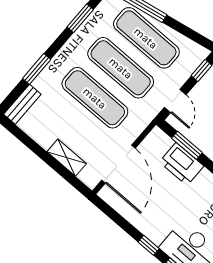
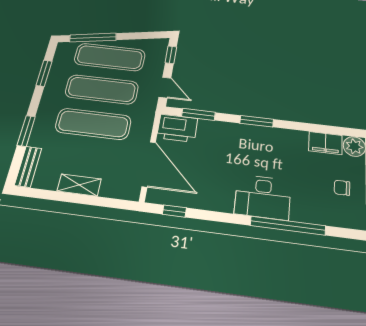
shelving: (67, 158) -> (79, 185), moved
printer: (182, 164) -> (177, 128), moved
window: (149, 245) -> (174, 211), moved

